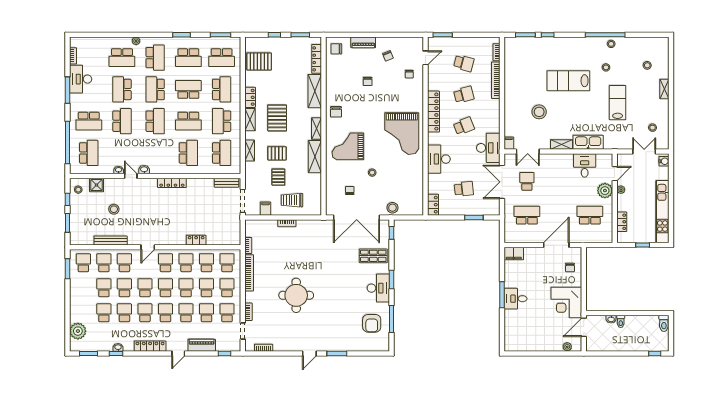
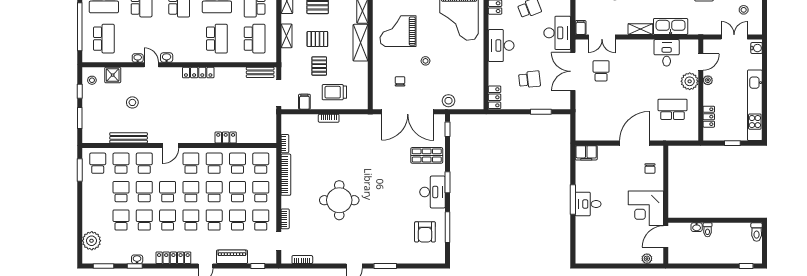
school desk: (527, 215) -> (601, 109), removed

